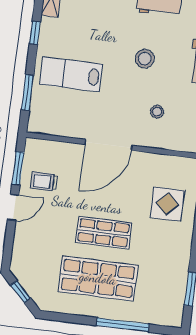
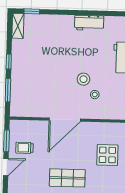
window: (35, 33) -> (9, 62), moved
stool: (145, 59) -> (83, 79), moved
lab bench: (71, 74) -> (36, 75), removed

